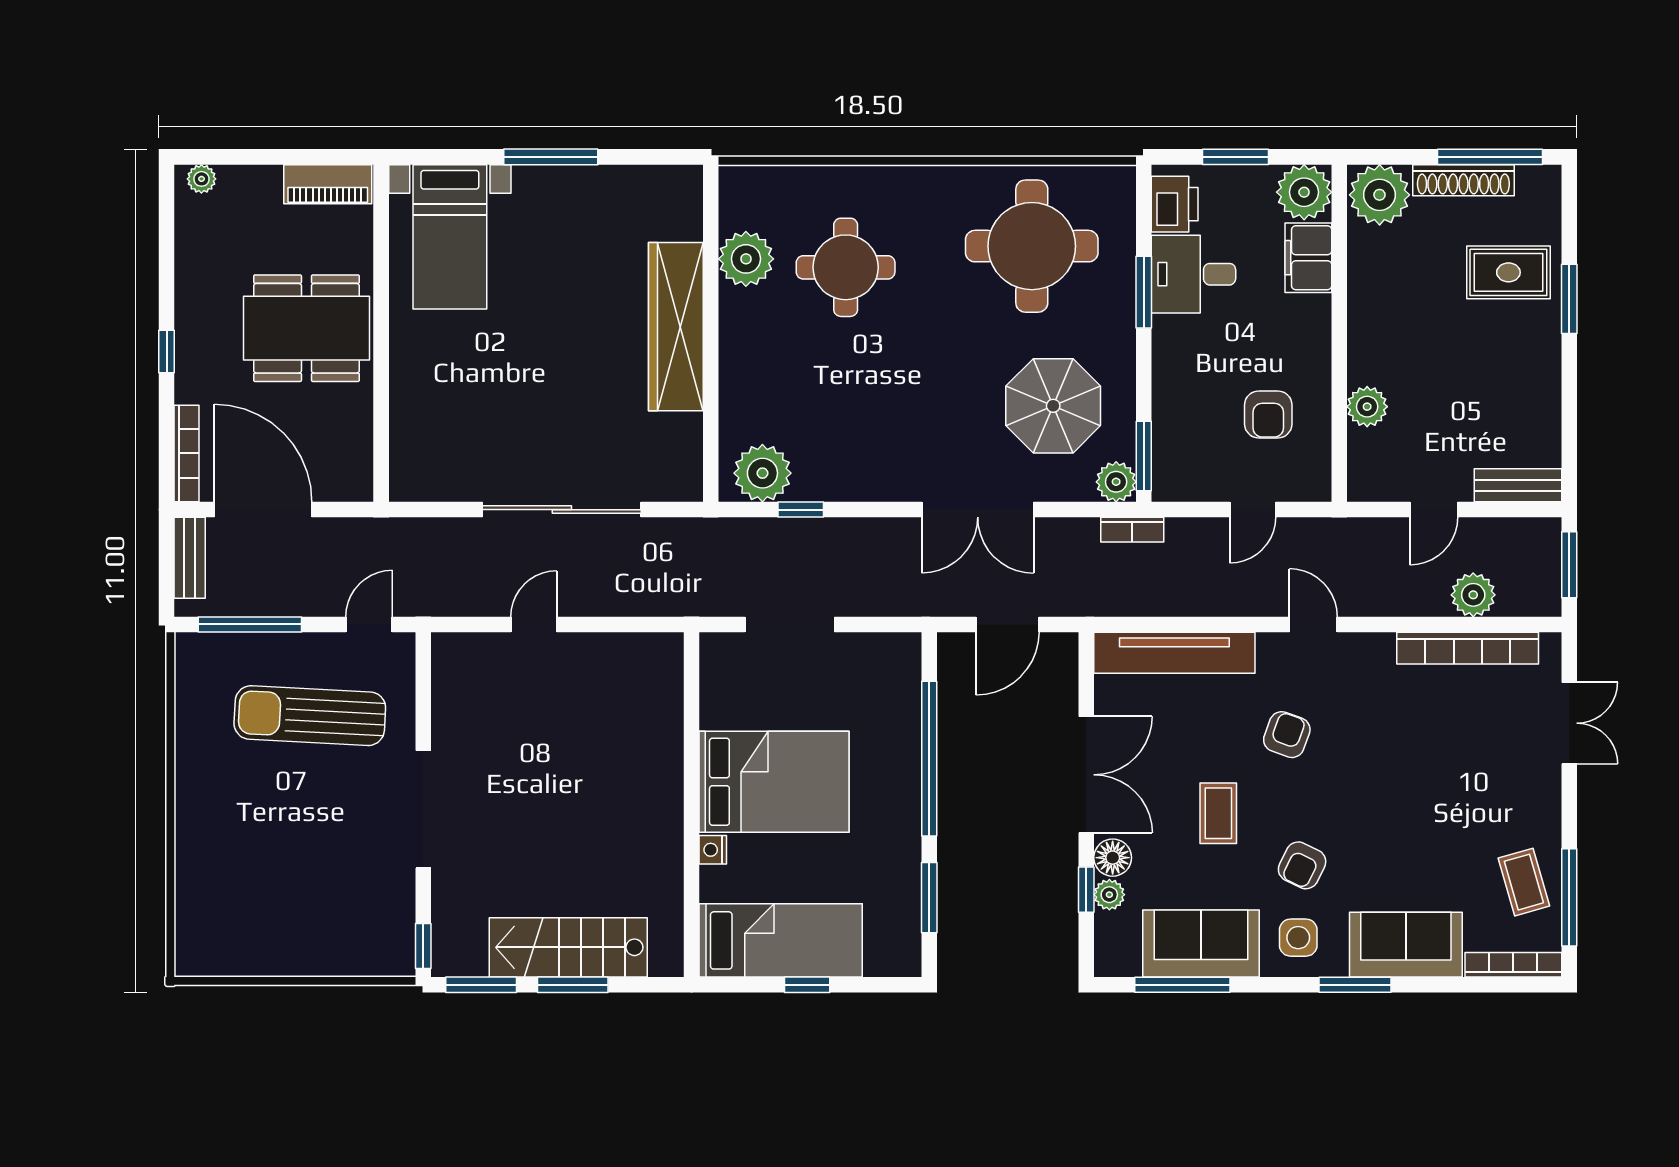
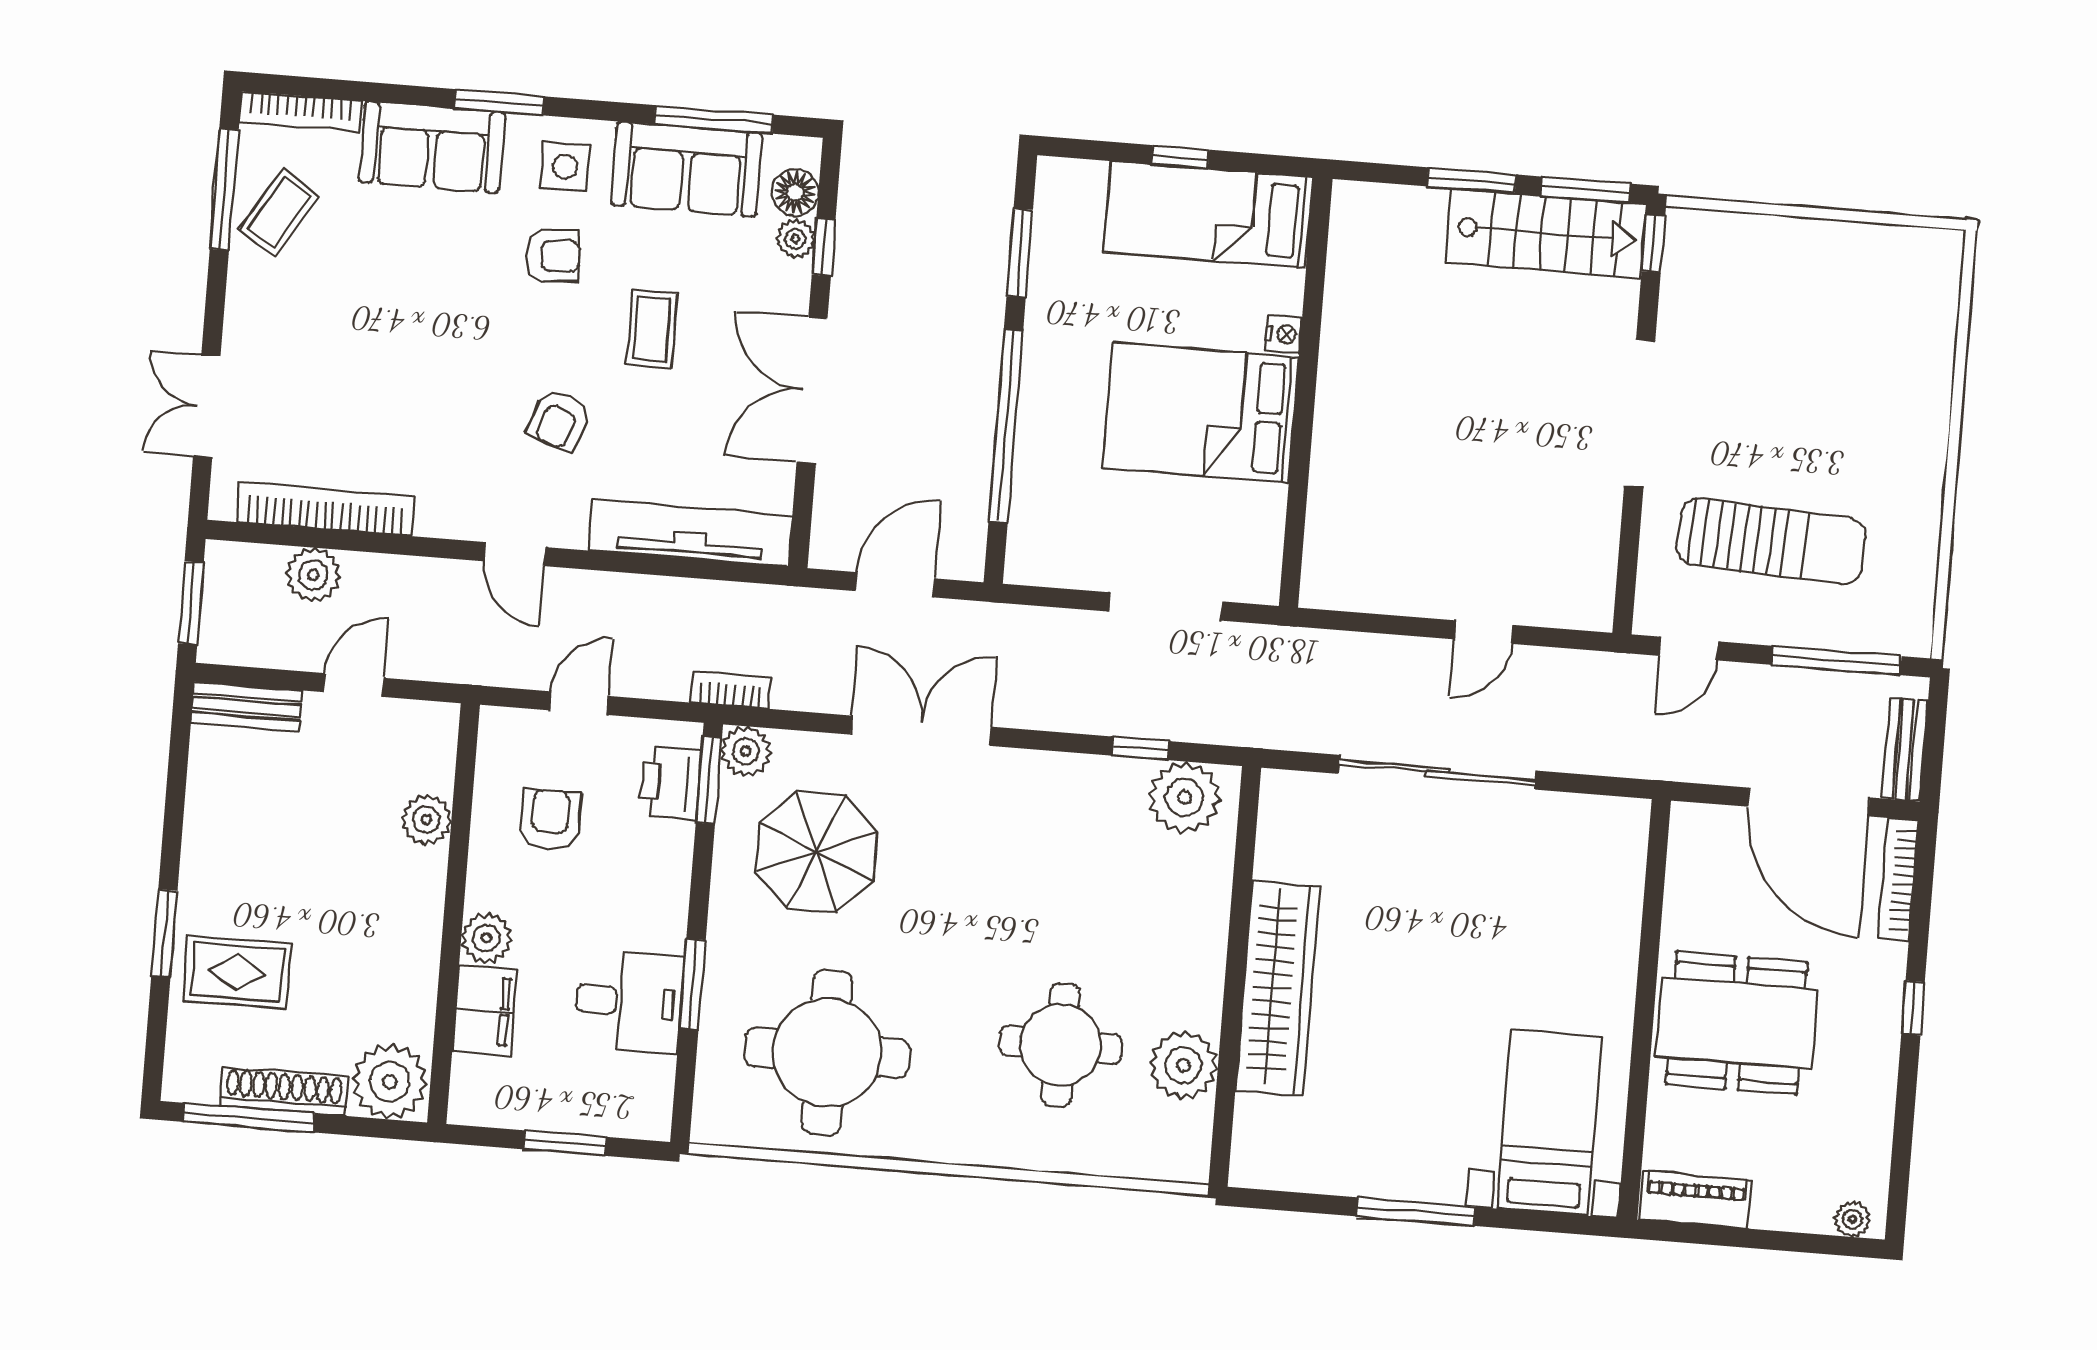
plant: (1304, 192) -> (486, 938), moved, width x0.73, depth x0.73
printer: (1175, 204) -> (670, 782), moved
floor lamp: (1113, 858) -> (795, 192), moved
armchair: (1302, 865) -> (553, 256), turned 60
coffee table: (1524, 882) -> (279, 213), turned 48
stairs: (568, 947) -> (1546, 233), moved

